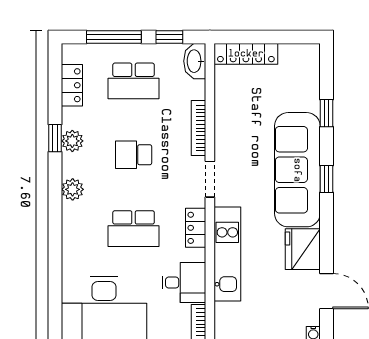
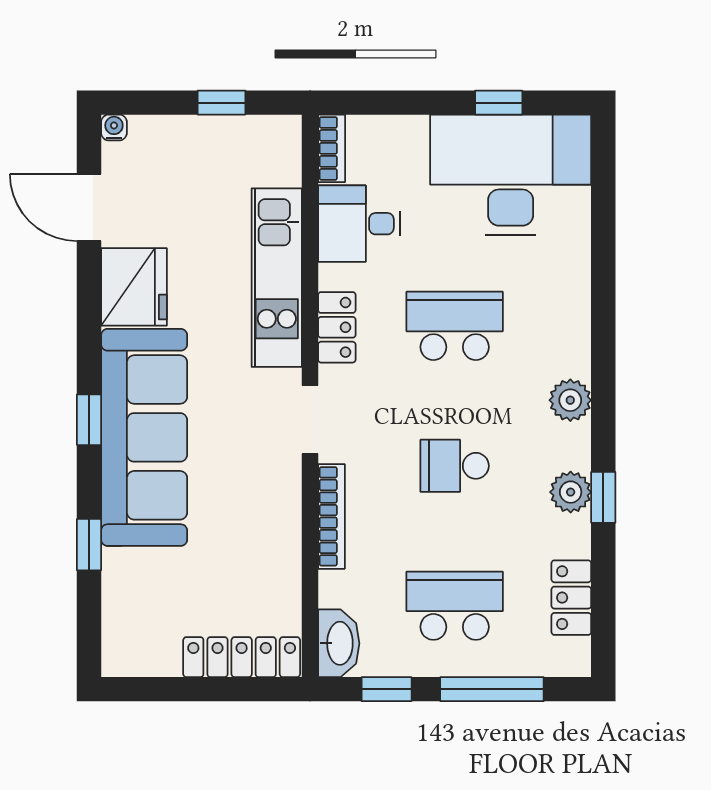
school desk: (134, 155) -> (455, 466), turned 180

